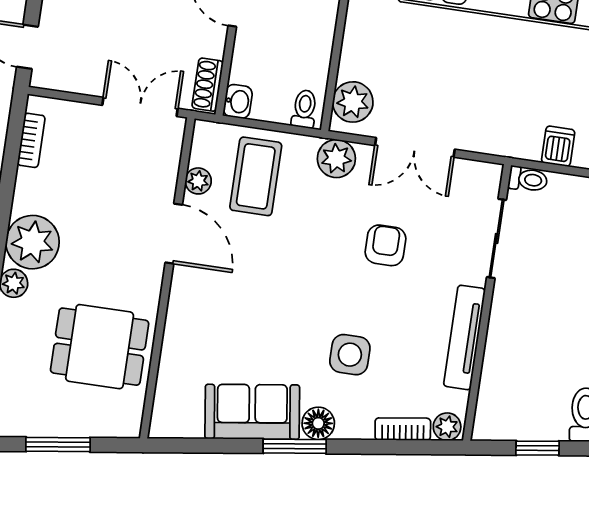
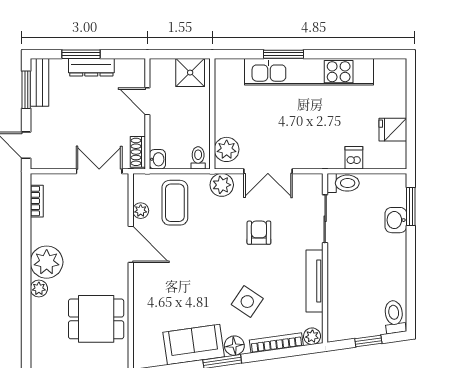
toilet: (528, 179) -> (343, 183), width x1.37, depth x1.39
side table: (350, 355) -> (247, 302), turned 34
bookcase: (403, 429) -> (276, 343), width x1.56

